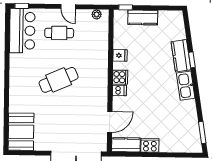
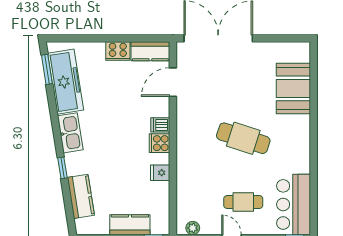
kitchen counter: (181, 56) -> (81, 196), moved
cafe table: (59, 80) -> (243, 138), turned 42
freezer: (189, 123) -> (66, 82), added
booth: (21, 132) -> (293, 88), moved

